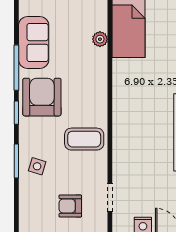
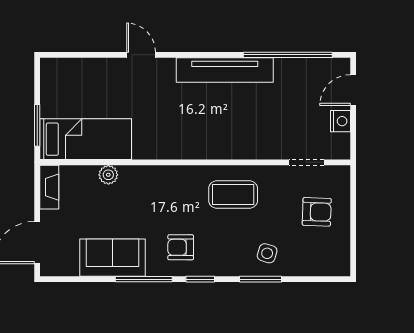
armchair: (42, 97) -> (181, 247), width x0.53, depth x0.53
coffee table: (84, 139) -> (233, 194), turned 90
armchair: (70, 206) -> (317, 212), turned -88

